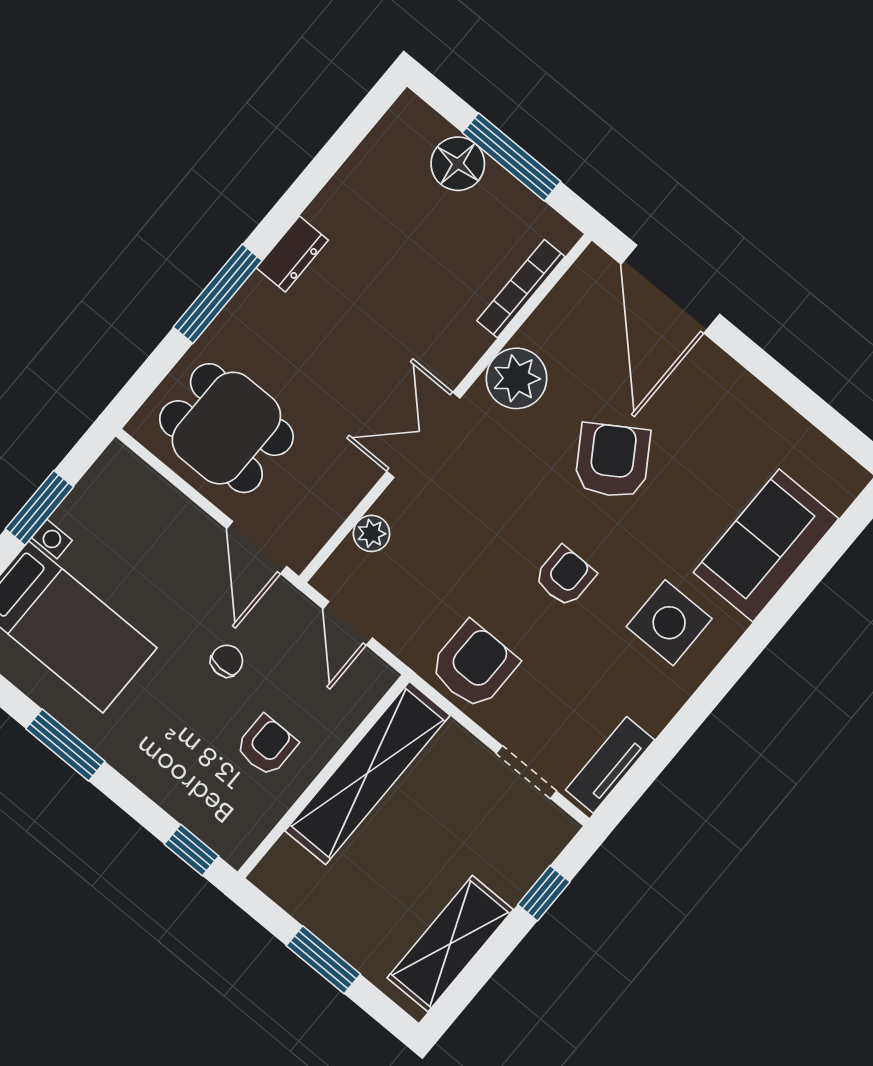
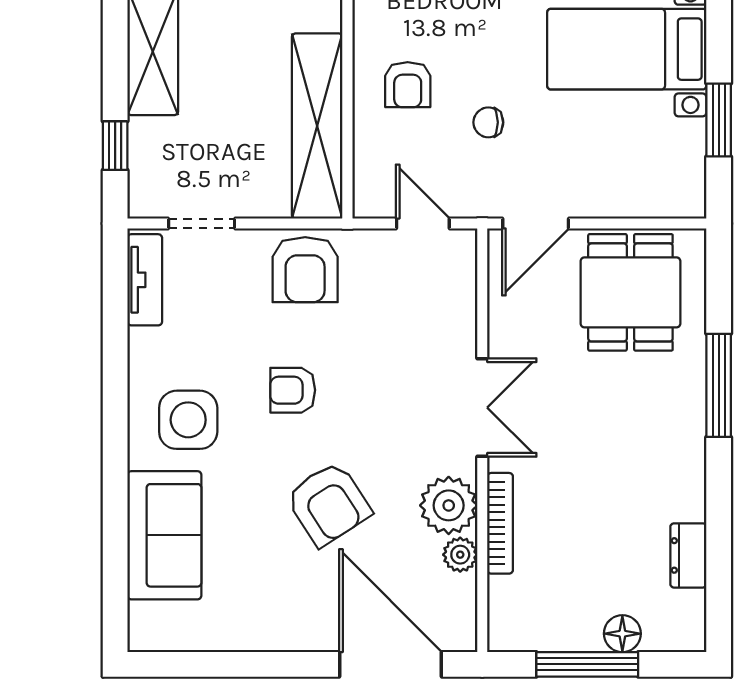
floor lamp: (458, 164) -> (622, 634), width x0.73, depth x0.73
dresser: (292, 254) -> (688, 555), moved
bookcase: (521, 289) -> (500, 523), moved
dining table: (226, 428) -> (630, 292), turned 90
plant: (371, 533) -> (460, 555), moved
door: (257, 548) -> (536, 223), swing flipped
armchair: (565, 576) -> (293, 390), turned 90
chair: (227, 661) -> (488, 122), turned 88

